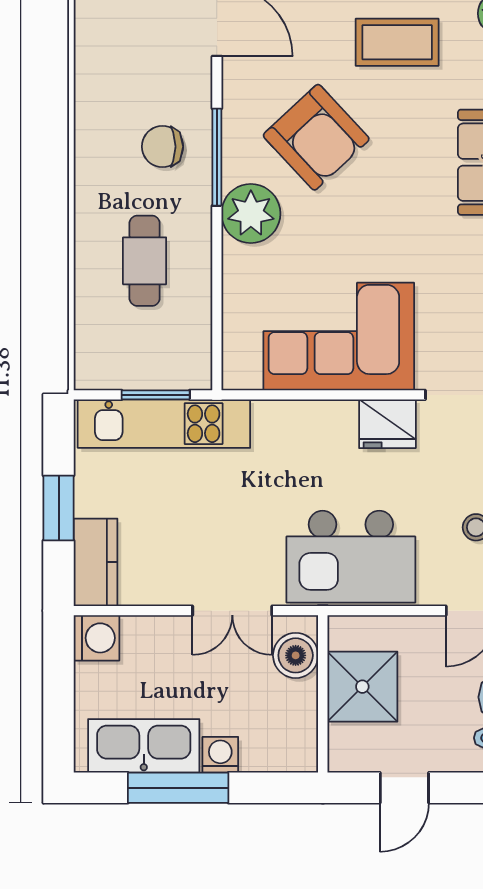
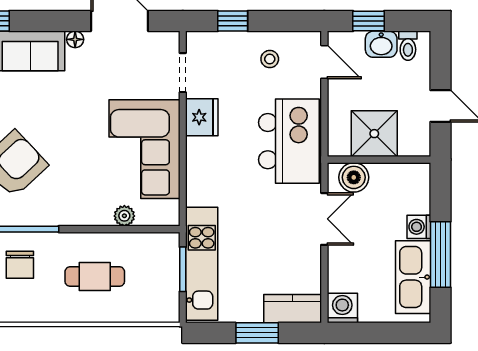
plant: (251, 214) -> (124, 216), moved, width x0.53, depth x0.53

